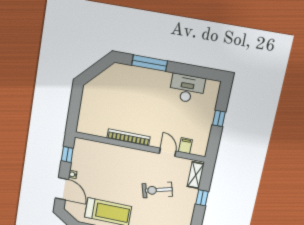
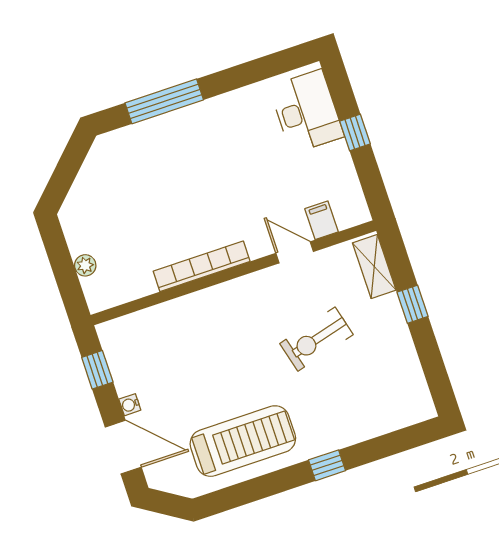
desk: (187, 89) -> (307, 111), moved, turned 90
plant: (84, 112) -> (85, 265), added

